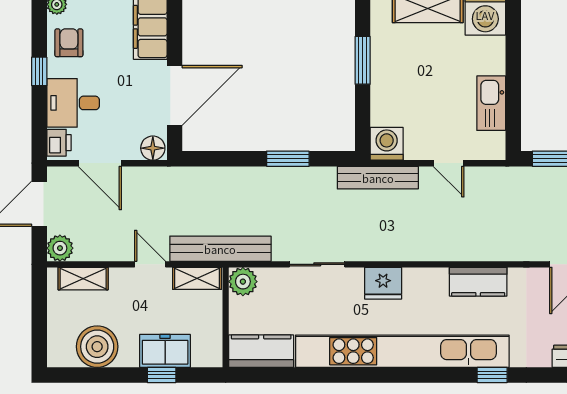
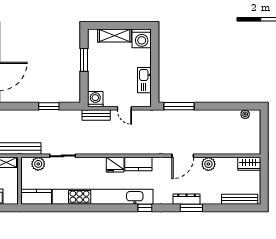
bench: (378, 178) -> (96, 115), width x0.73
plant: (243, 282) -> (38, 164), moved
fridge: (383, 283) -> (115, 165), moved

